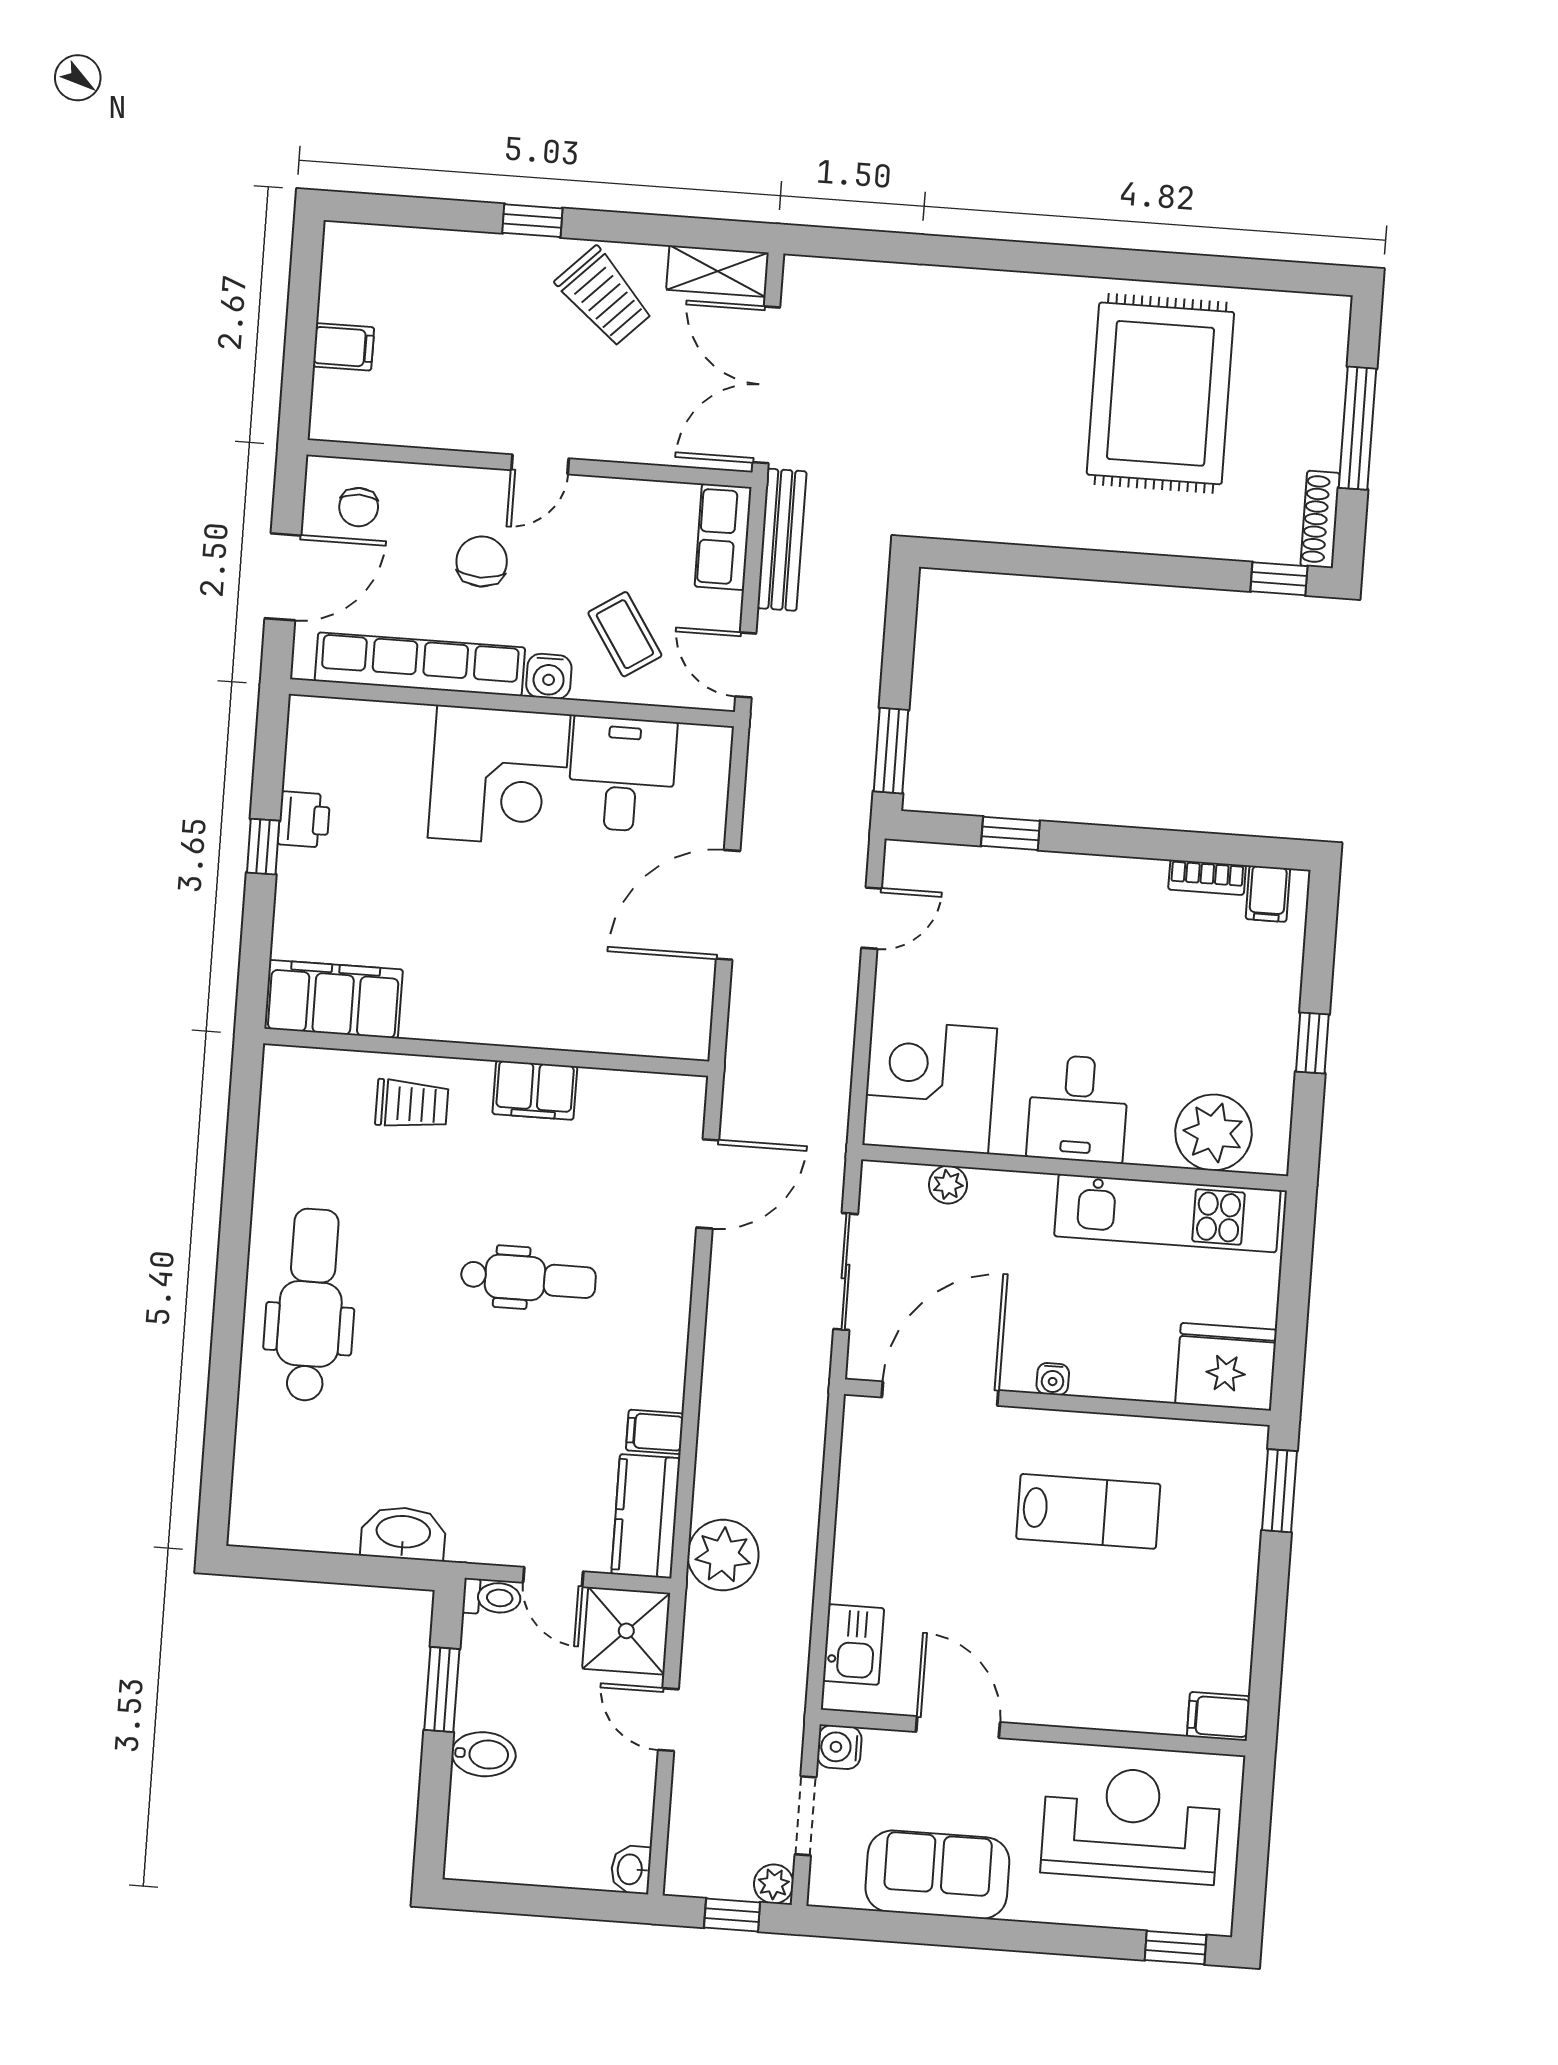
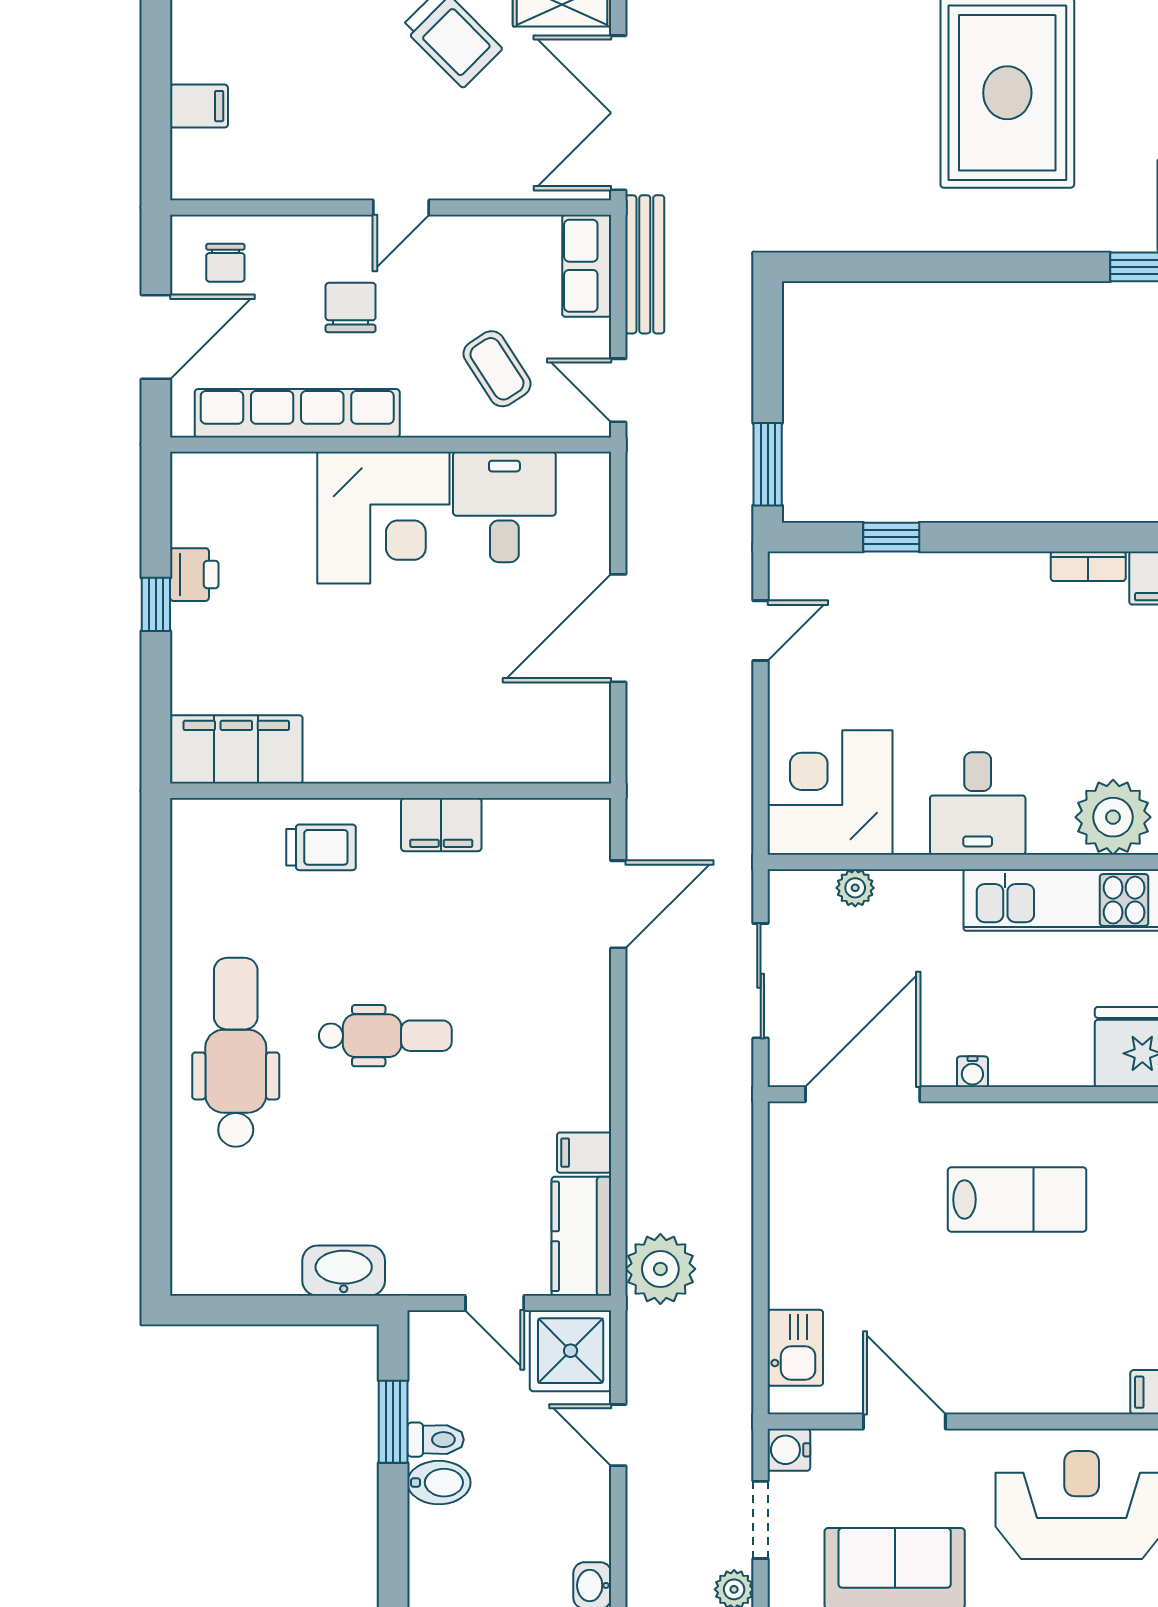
water cooler: (549, 676) -> (425, 416), removed
dental chair: (528, 1278) -> (385, 1036), moved
toilet: (492, 1597) -> (436, 1440), moved

